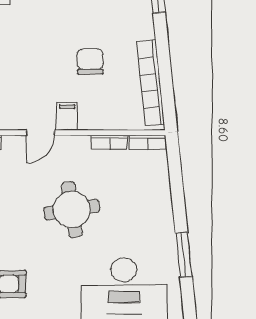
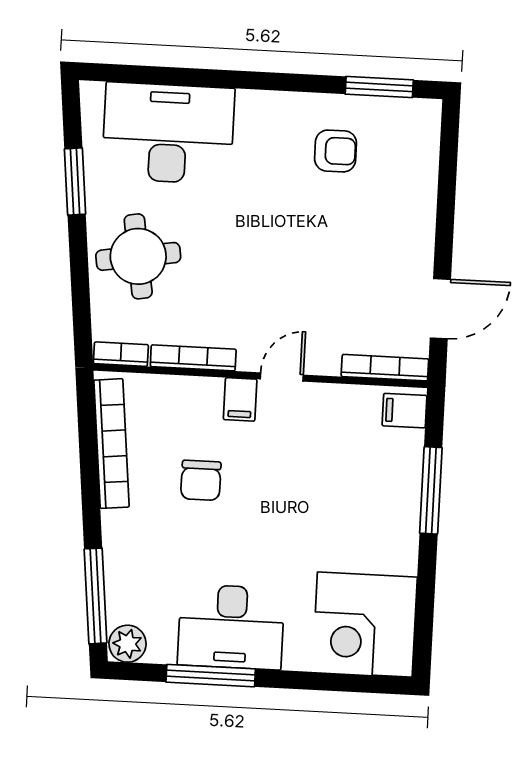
bookcase: (110, 142) -> (193, 358), width x1.56
round table: (72, 210) -> (138, 256), moved

